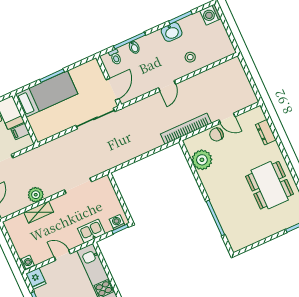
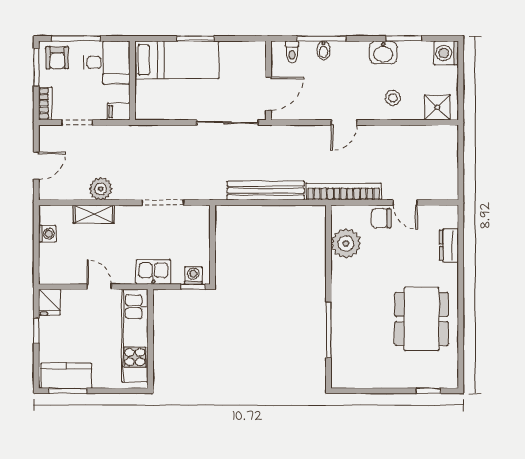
shower: (220, 51) -> (437, 107), added
filing cabinet: (20, 131) -> (119, 112), moved
bench: (138, 150) -> (266, 191), added
washing machine: (27, 263) -> (47, 234), moved

